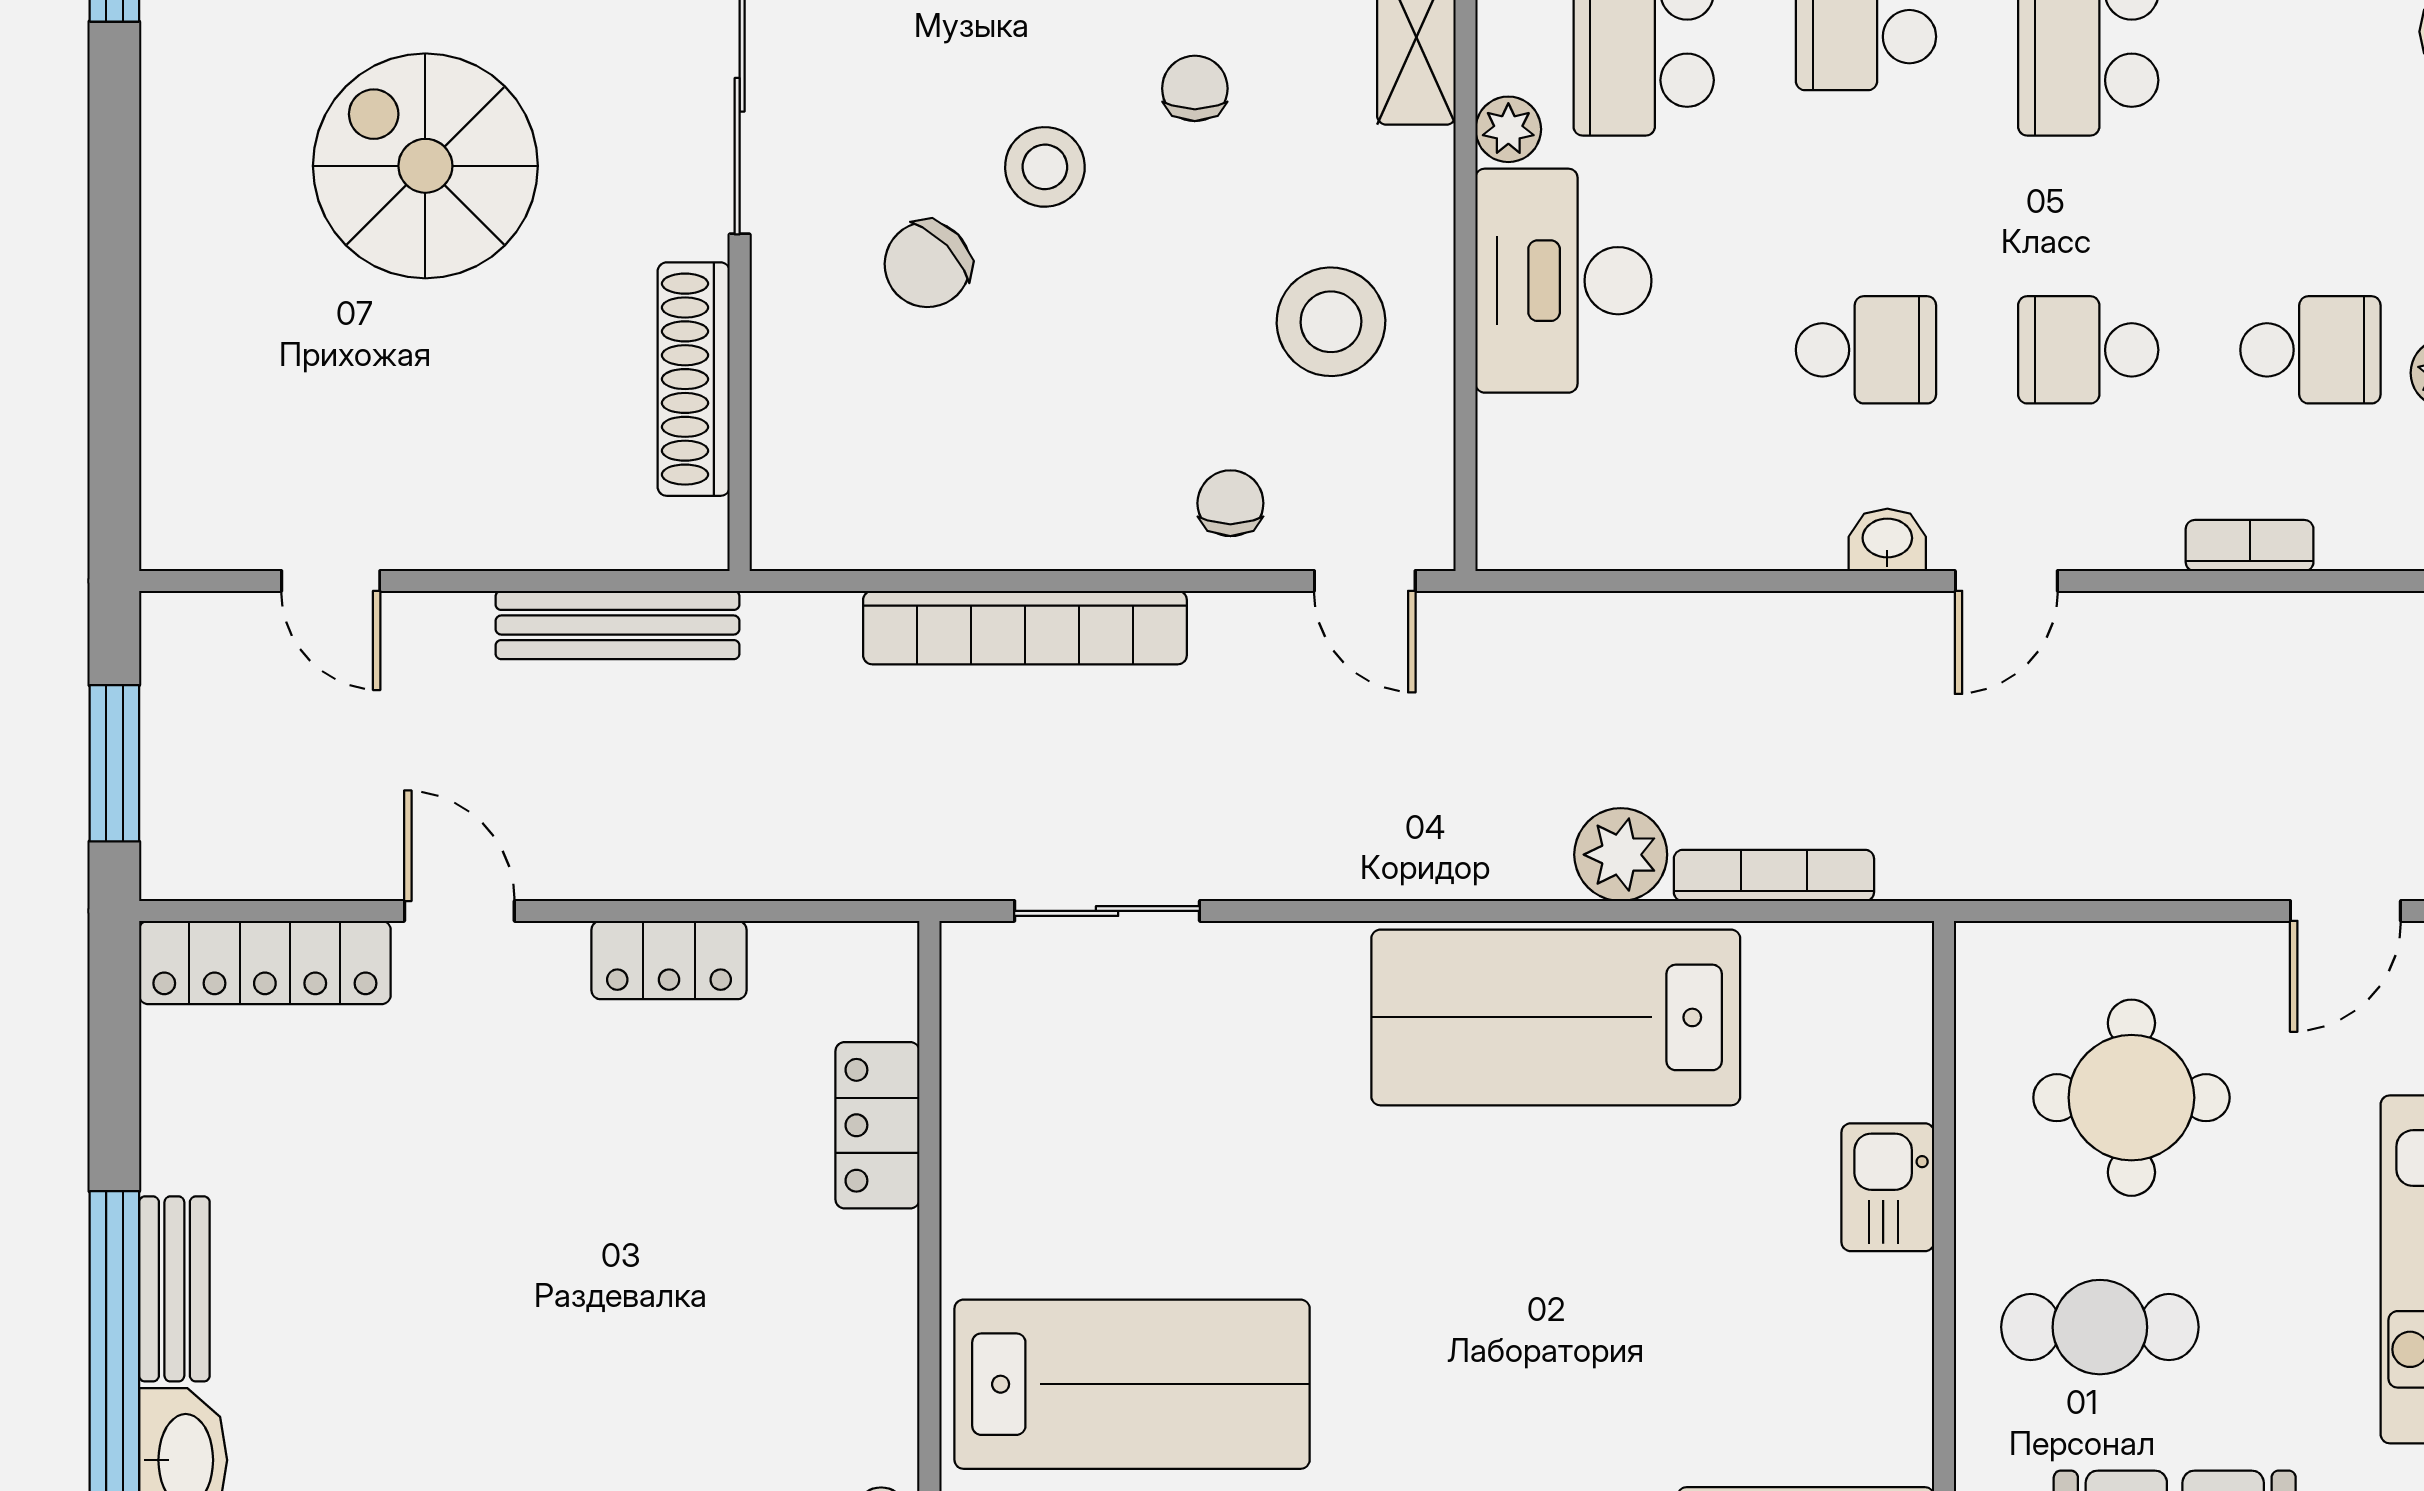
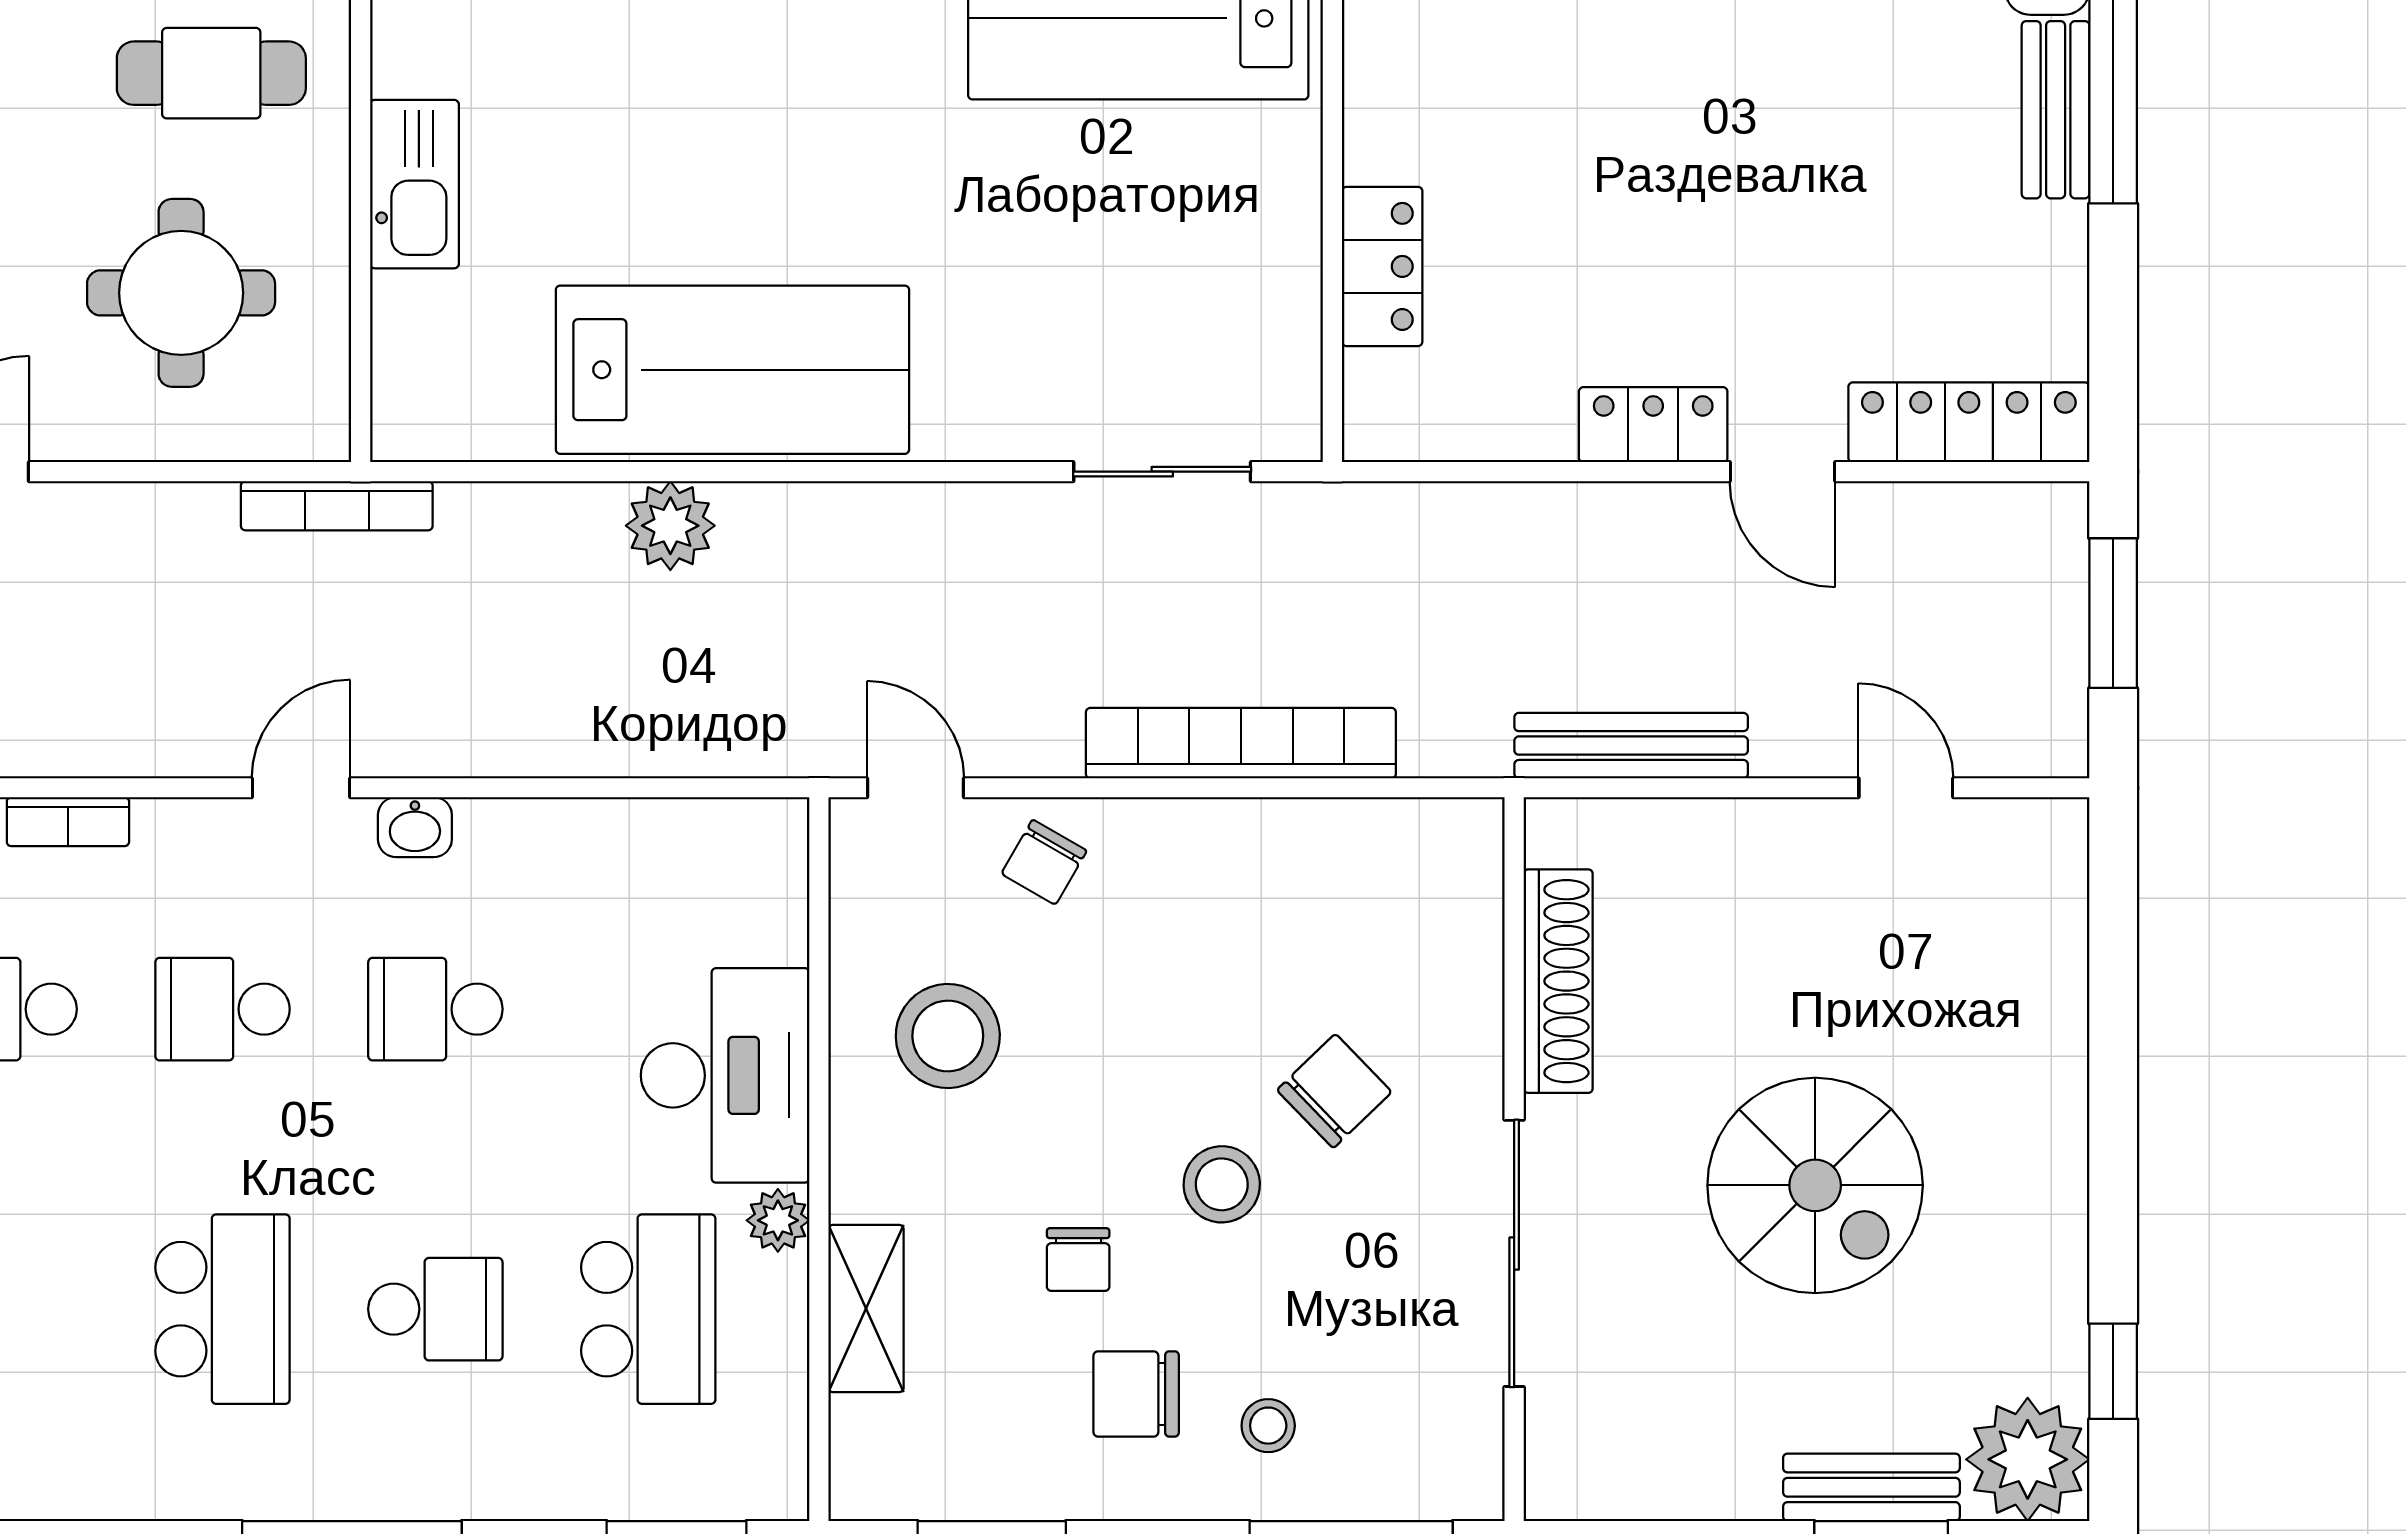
school desk: (2088, 350) -> (223, 1009), turned 180
chair: (1230, 503) -> (1044, 862), turned 30
bookcase: (1774, 875) -> (337, 506), moved
locker: (669, 960) -> (1653, 425), moved
kitchen sink: (1888, 1187) -> (414, 184), width x1.38

